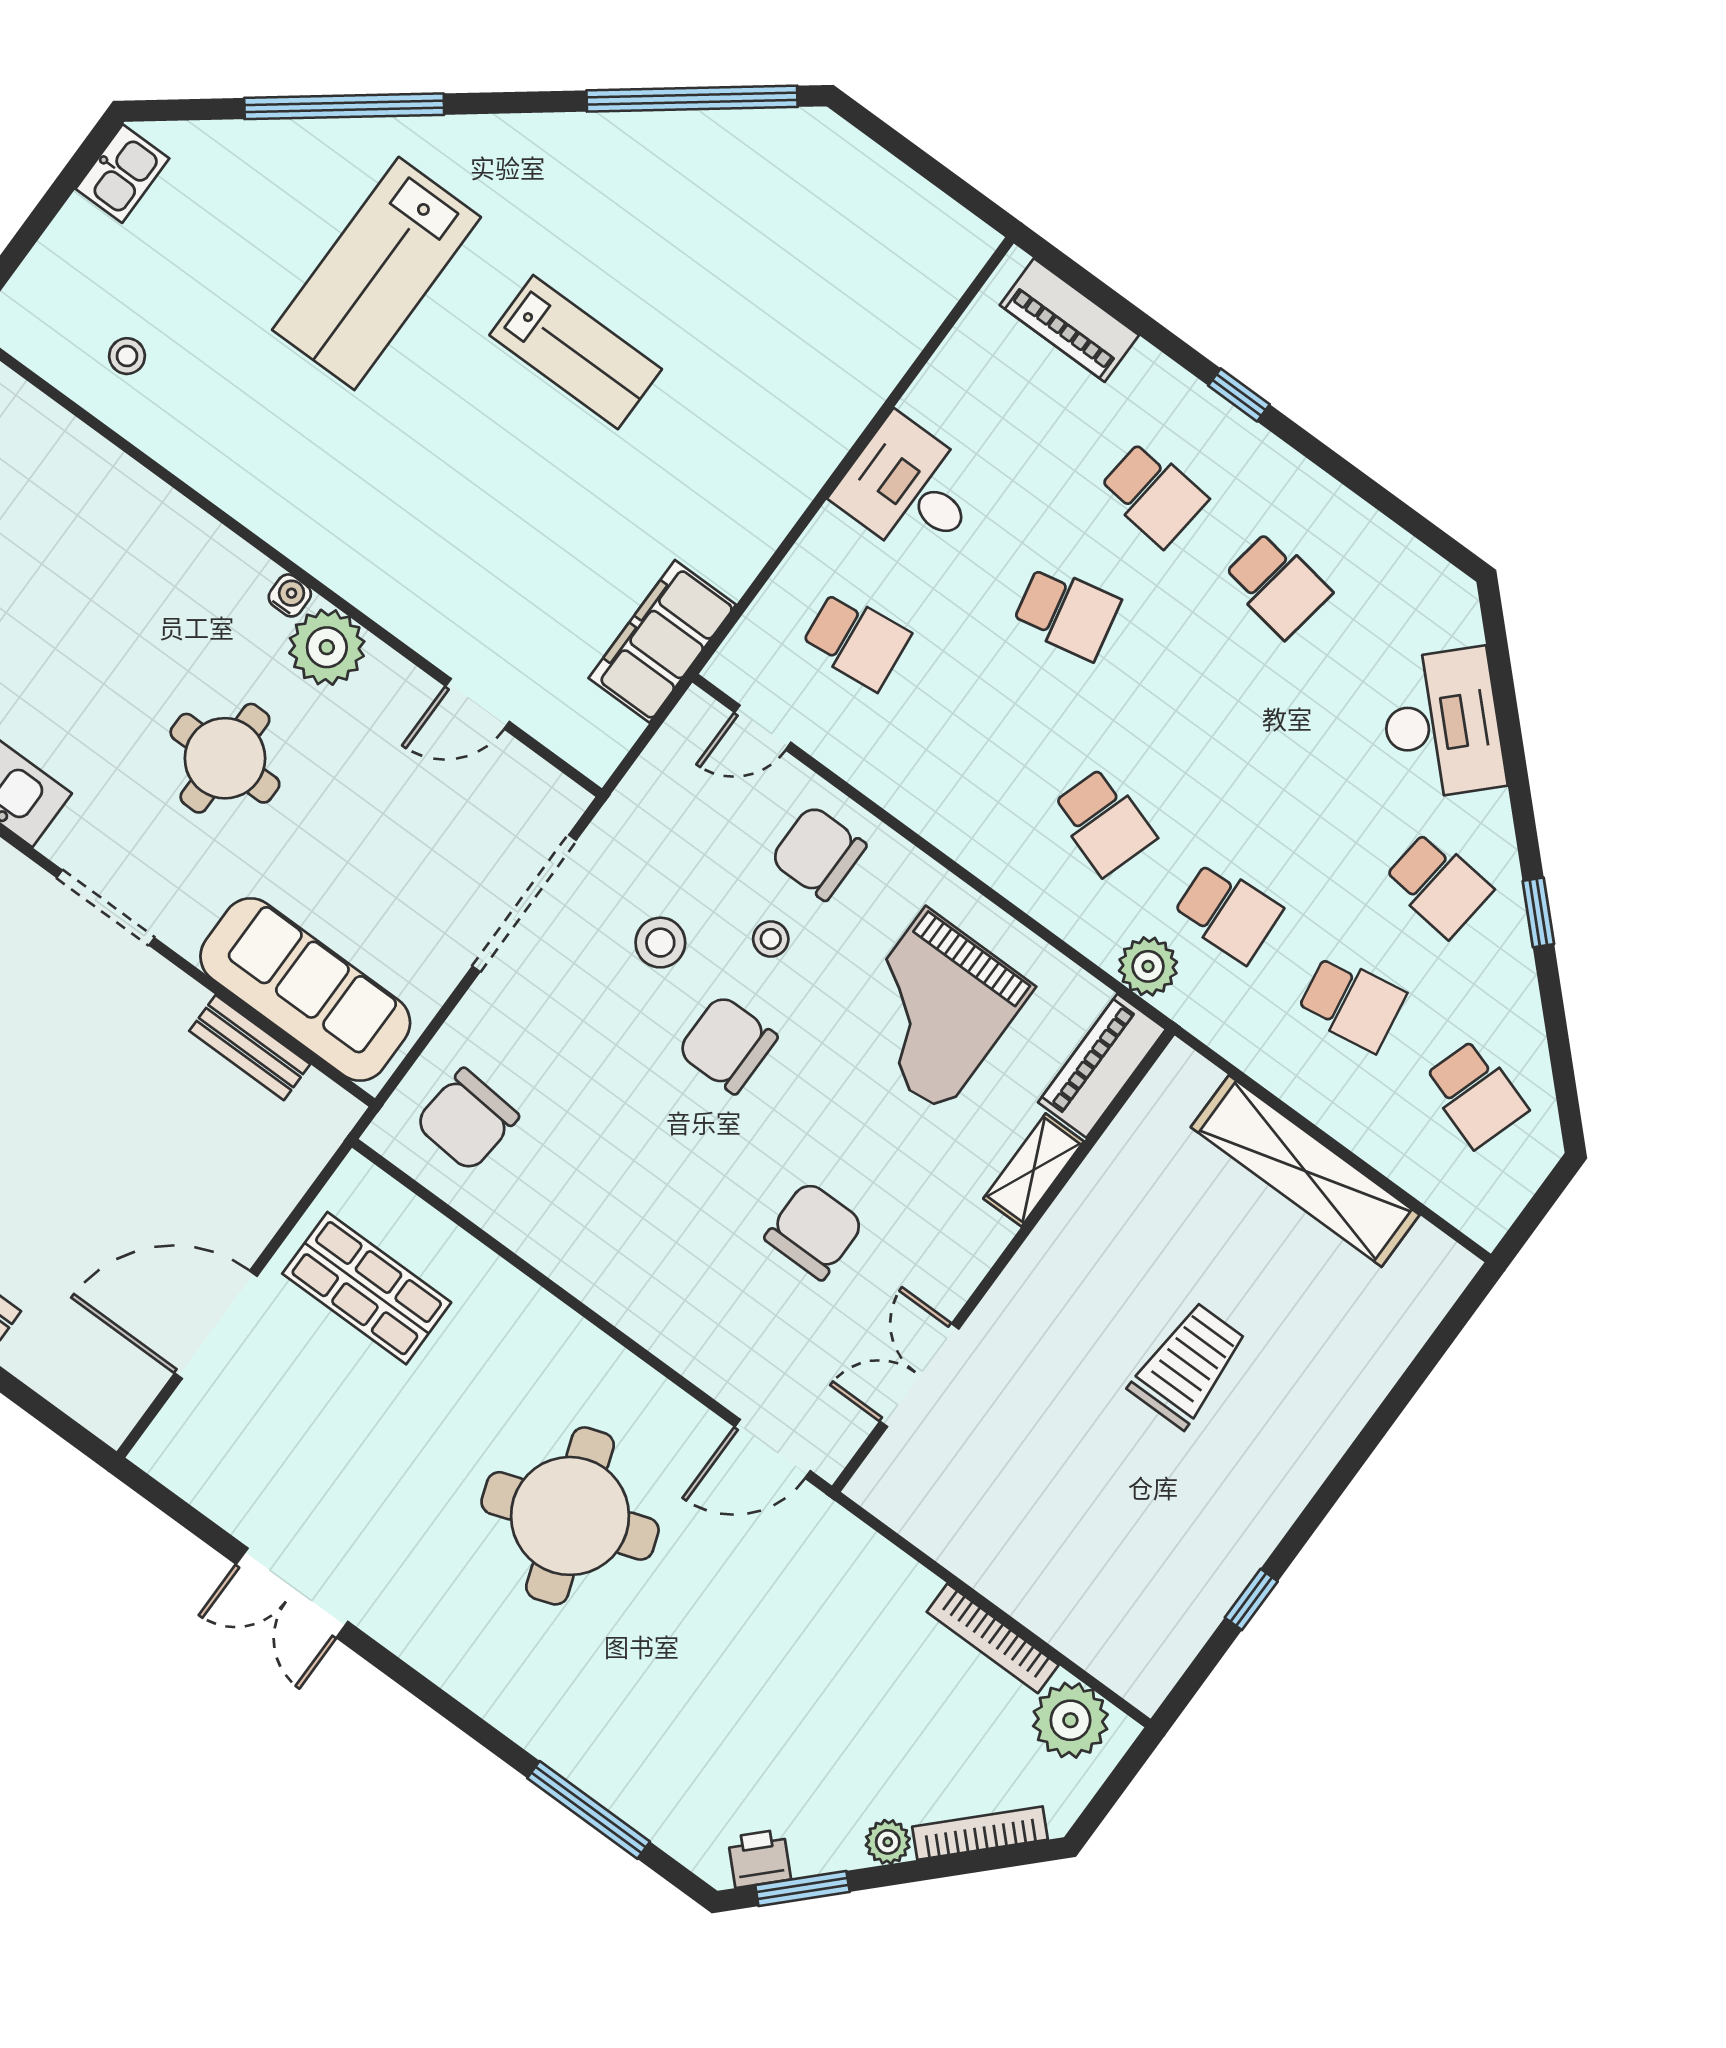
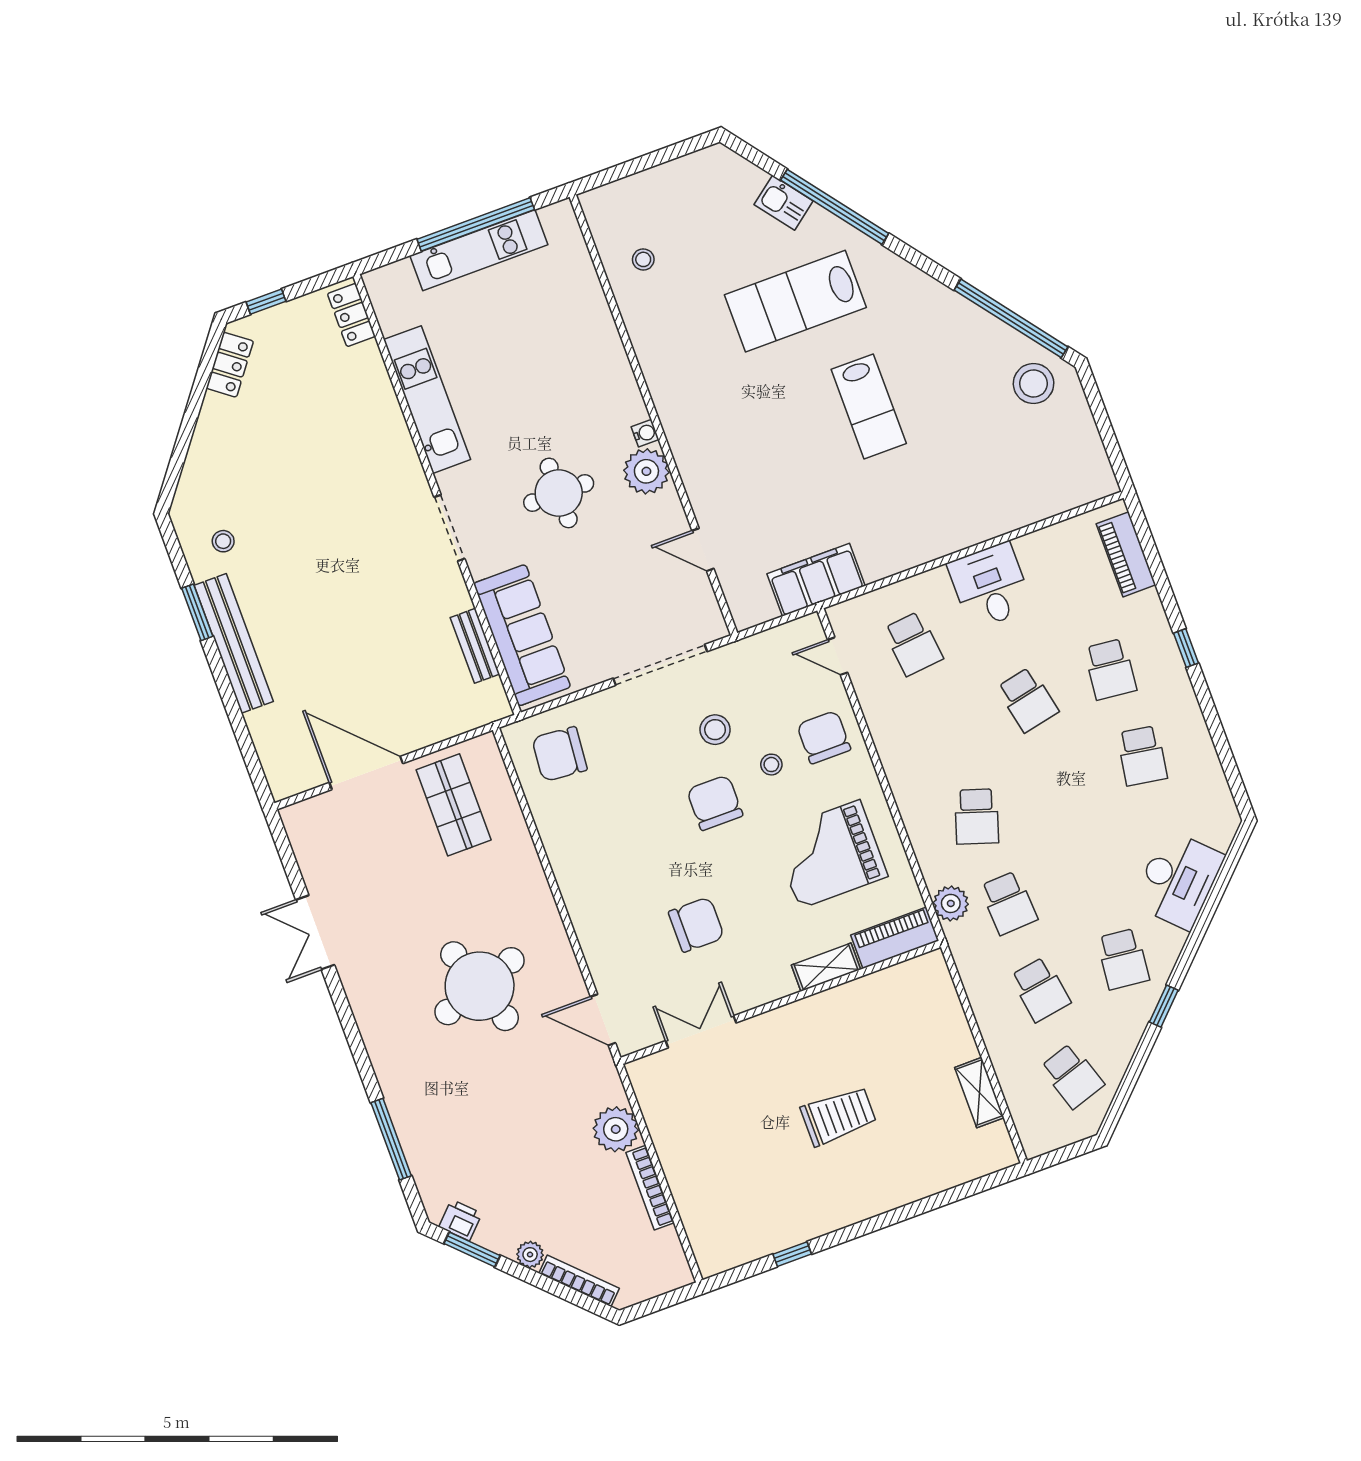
stool: (783, 168) -> (1034, 384), added
kitchen sink: (122, 174) -> (784, 203), moved, turned 53
school desk: (1475, 1094) -> (1072, 1076), turned -36
shelving: (1305, 1171) -> (979, 1093), width x0.45, depth x0.75
plant: (1070, 1720) -> (616, 1129), moved

